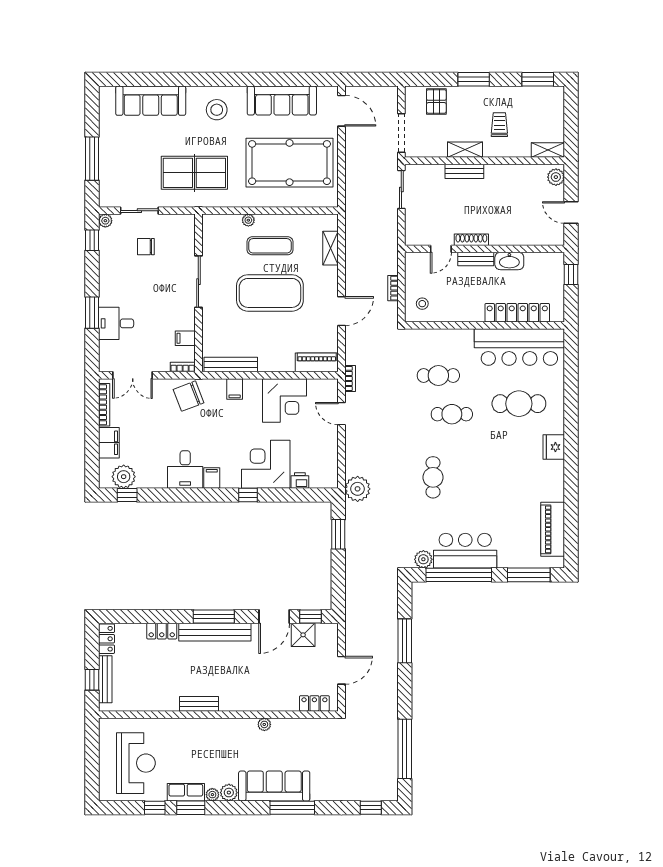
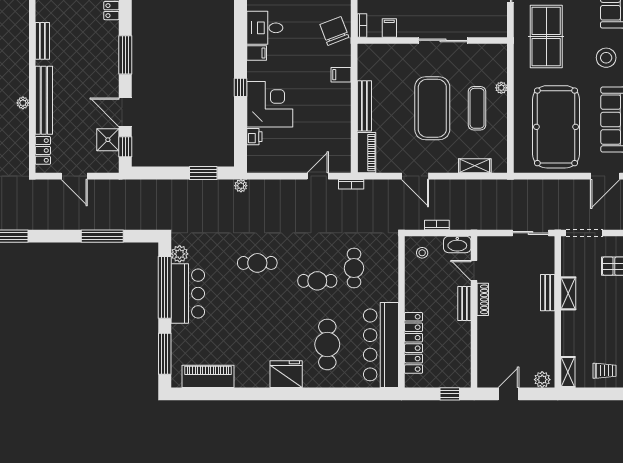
trolley: (499, 125) -> (605, 371), moved
washbasin: (509, 261) -> (457, 244), moved, turned -90
bench: (231, 365) -> (364, 106), moved
corner desk: (285, 400) -> (330, 122), removed
cafe table: (452, 414) -> (317, 281), turned 90
fridge: (554, 447) -> (286, 374), width x1.36, depth x1.34
plant: (358, 489) -> (241, 186), width x0.53, depth x0.53
bench: (215, 632) -> (44, 100), moved

